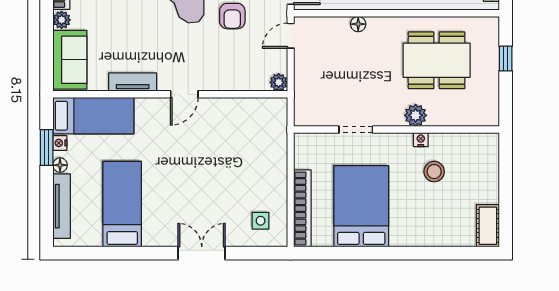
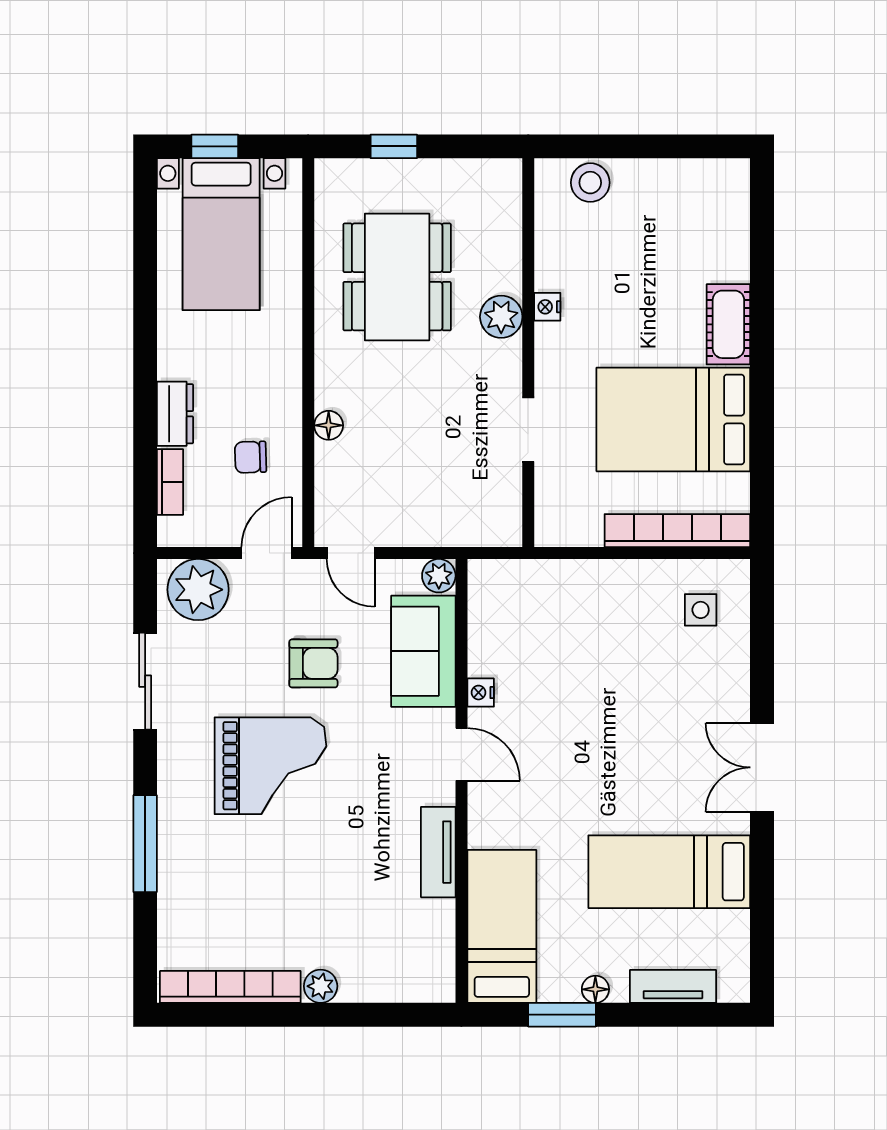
sofa: (70, 60) -> (423, 651), moved, turned -90
nightstand: (60, 143) -> (481, 693), moved, turned 90
stool: (434, 172) -> (590, 183), moved
tv unit: (62, 206) -> (673, 986), width x0.71
cot: (488, 226) -> (728, 324), moved, turned 90
double door: (202, 253) -> (762, 767), moved

